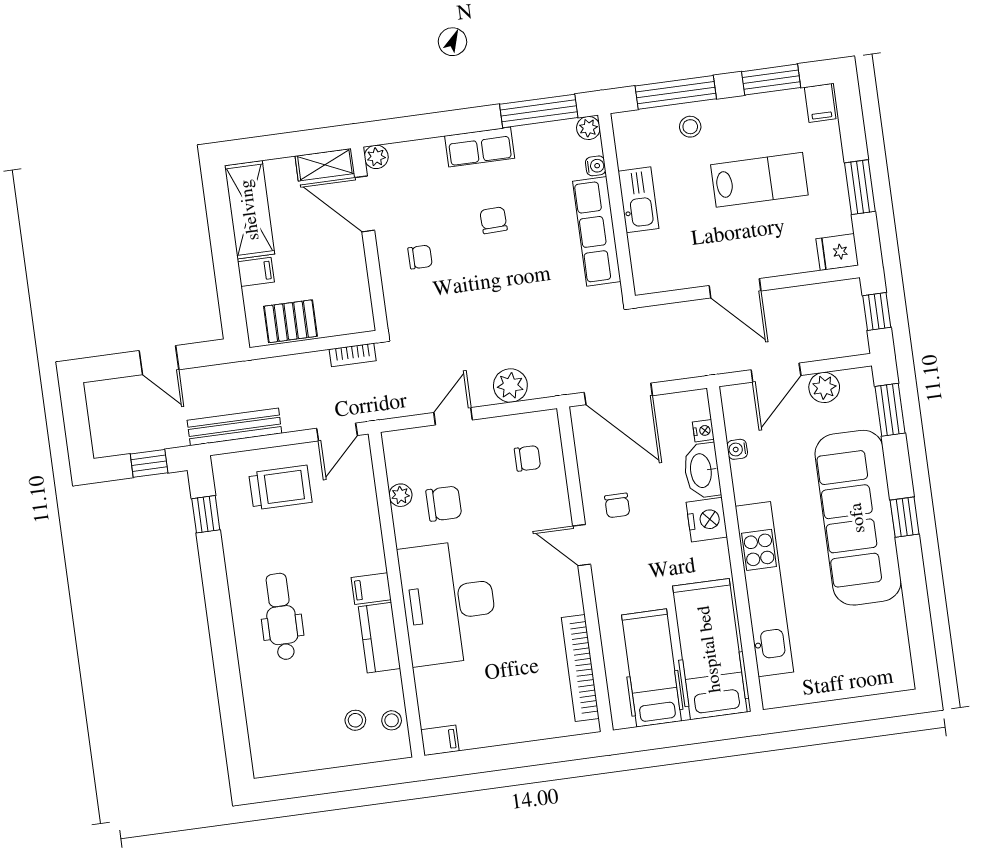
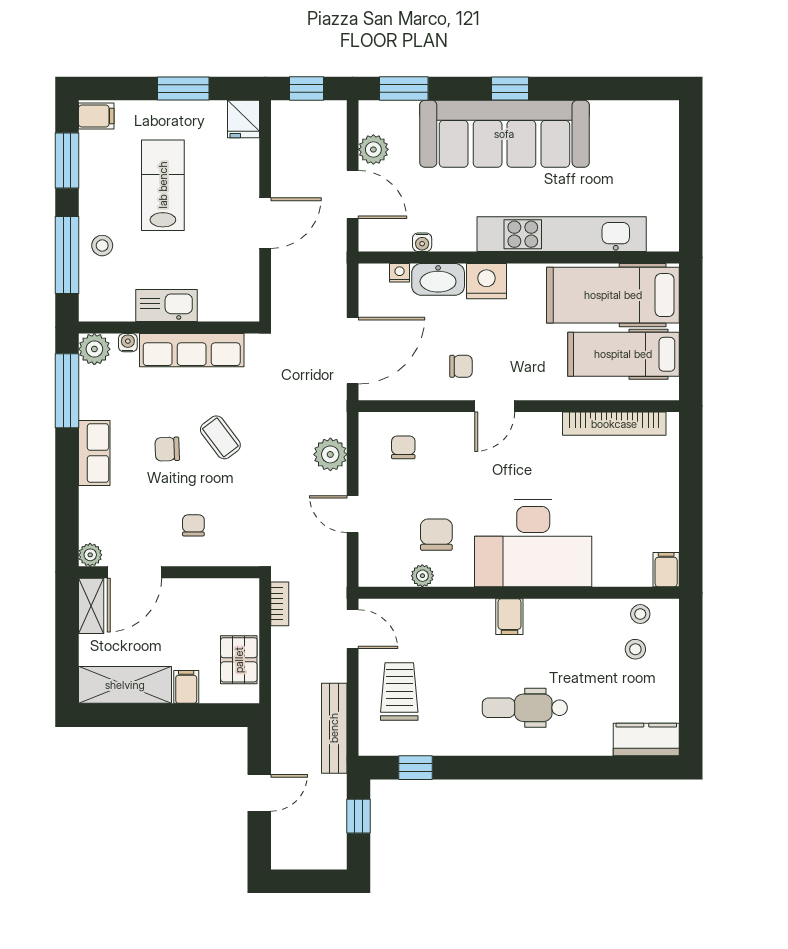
plant: (588, 128) -> (94, 349), width x1.38, depth x1.38
coffee table: (513, 272) -> (220, 437), added
kitchen counter: (379, 638) -> (646, 740), moved, turned 180

